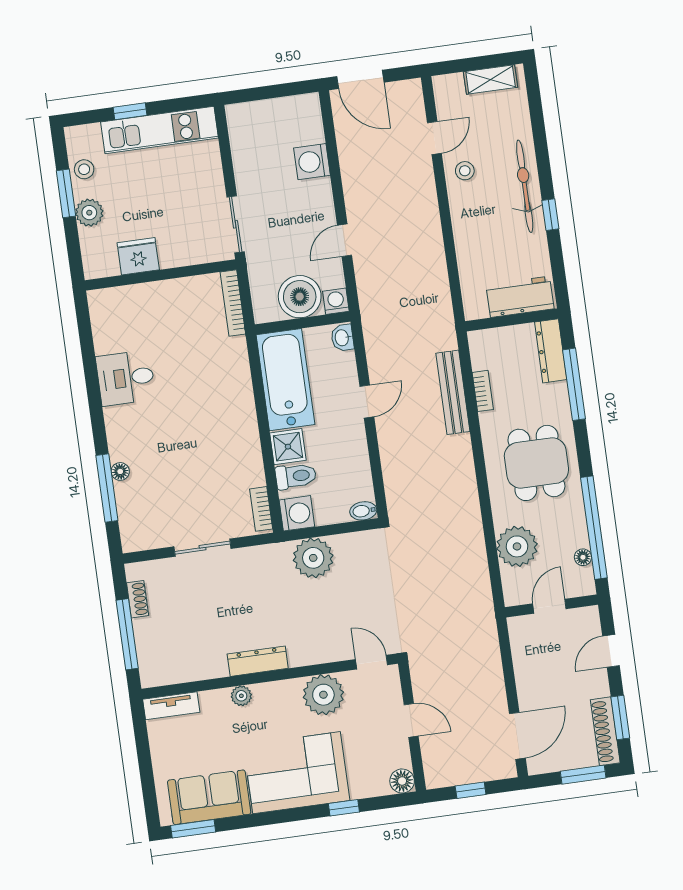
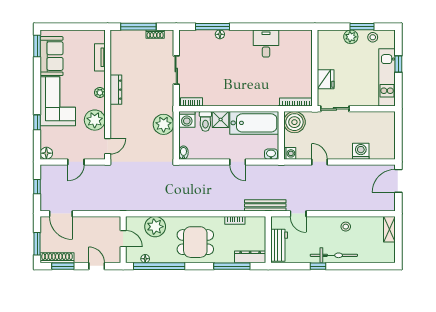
shelving: (491, 79) -> (389, 229), moved
door: (434, 138) -> (298, 214), moved
fridge: (138, 256) -> (326, 79), moved
boiler: (300, 297) -> (294, 122), moved
bench: (453, 392) -> (265, 205), moved
plant: (241, 696) -> (100, 92), moved
tv unit: (171, 706) -> (100, 57), moved

